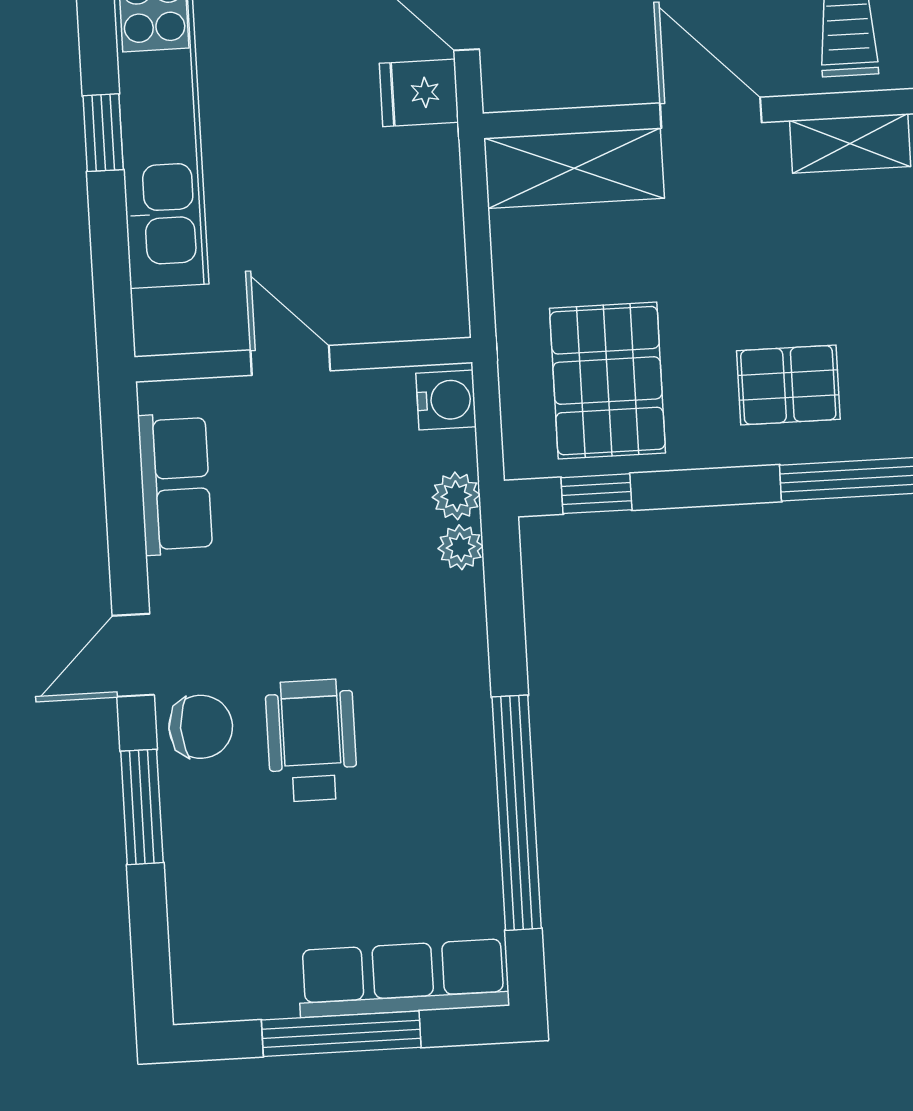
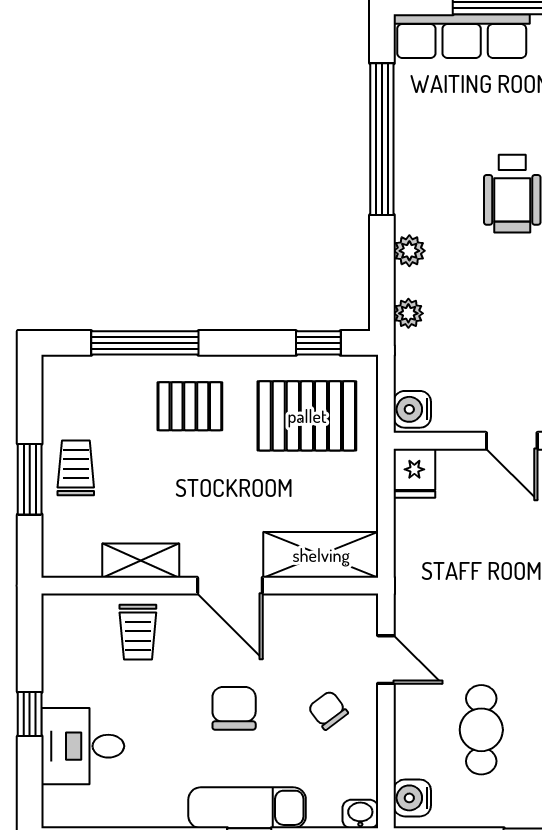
fridge: (419, 93) -> (414, 473), moved, turned 90
pallet: (608, 381) -> (307, 416), turned 90
plant: (456, 496) -> (409, 251), moved

